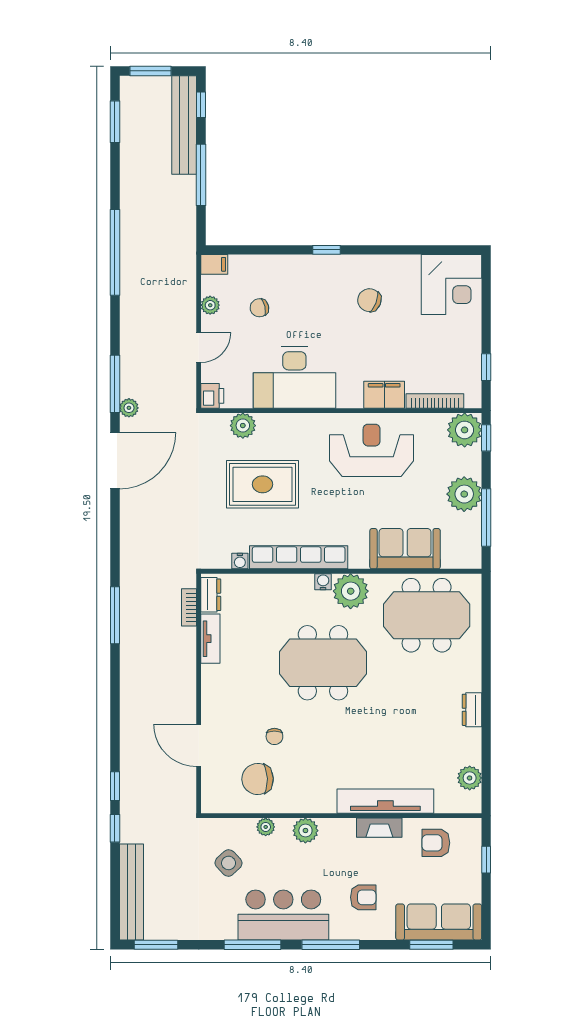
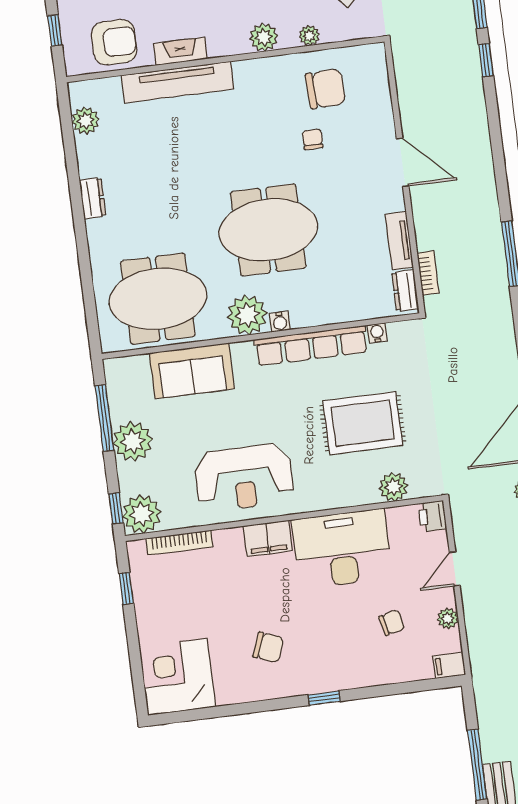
filing cabinet: (384, 395) -> (268, 538), moved
door: (199, 745) -> (403, 162), moved
armchair: (436, 843) -> (114, 42), width x1.38, depth x1.38

